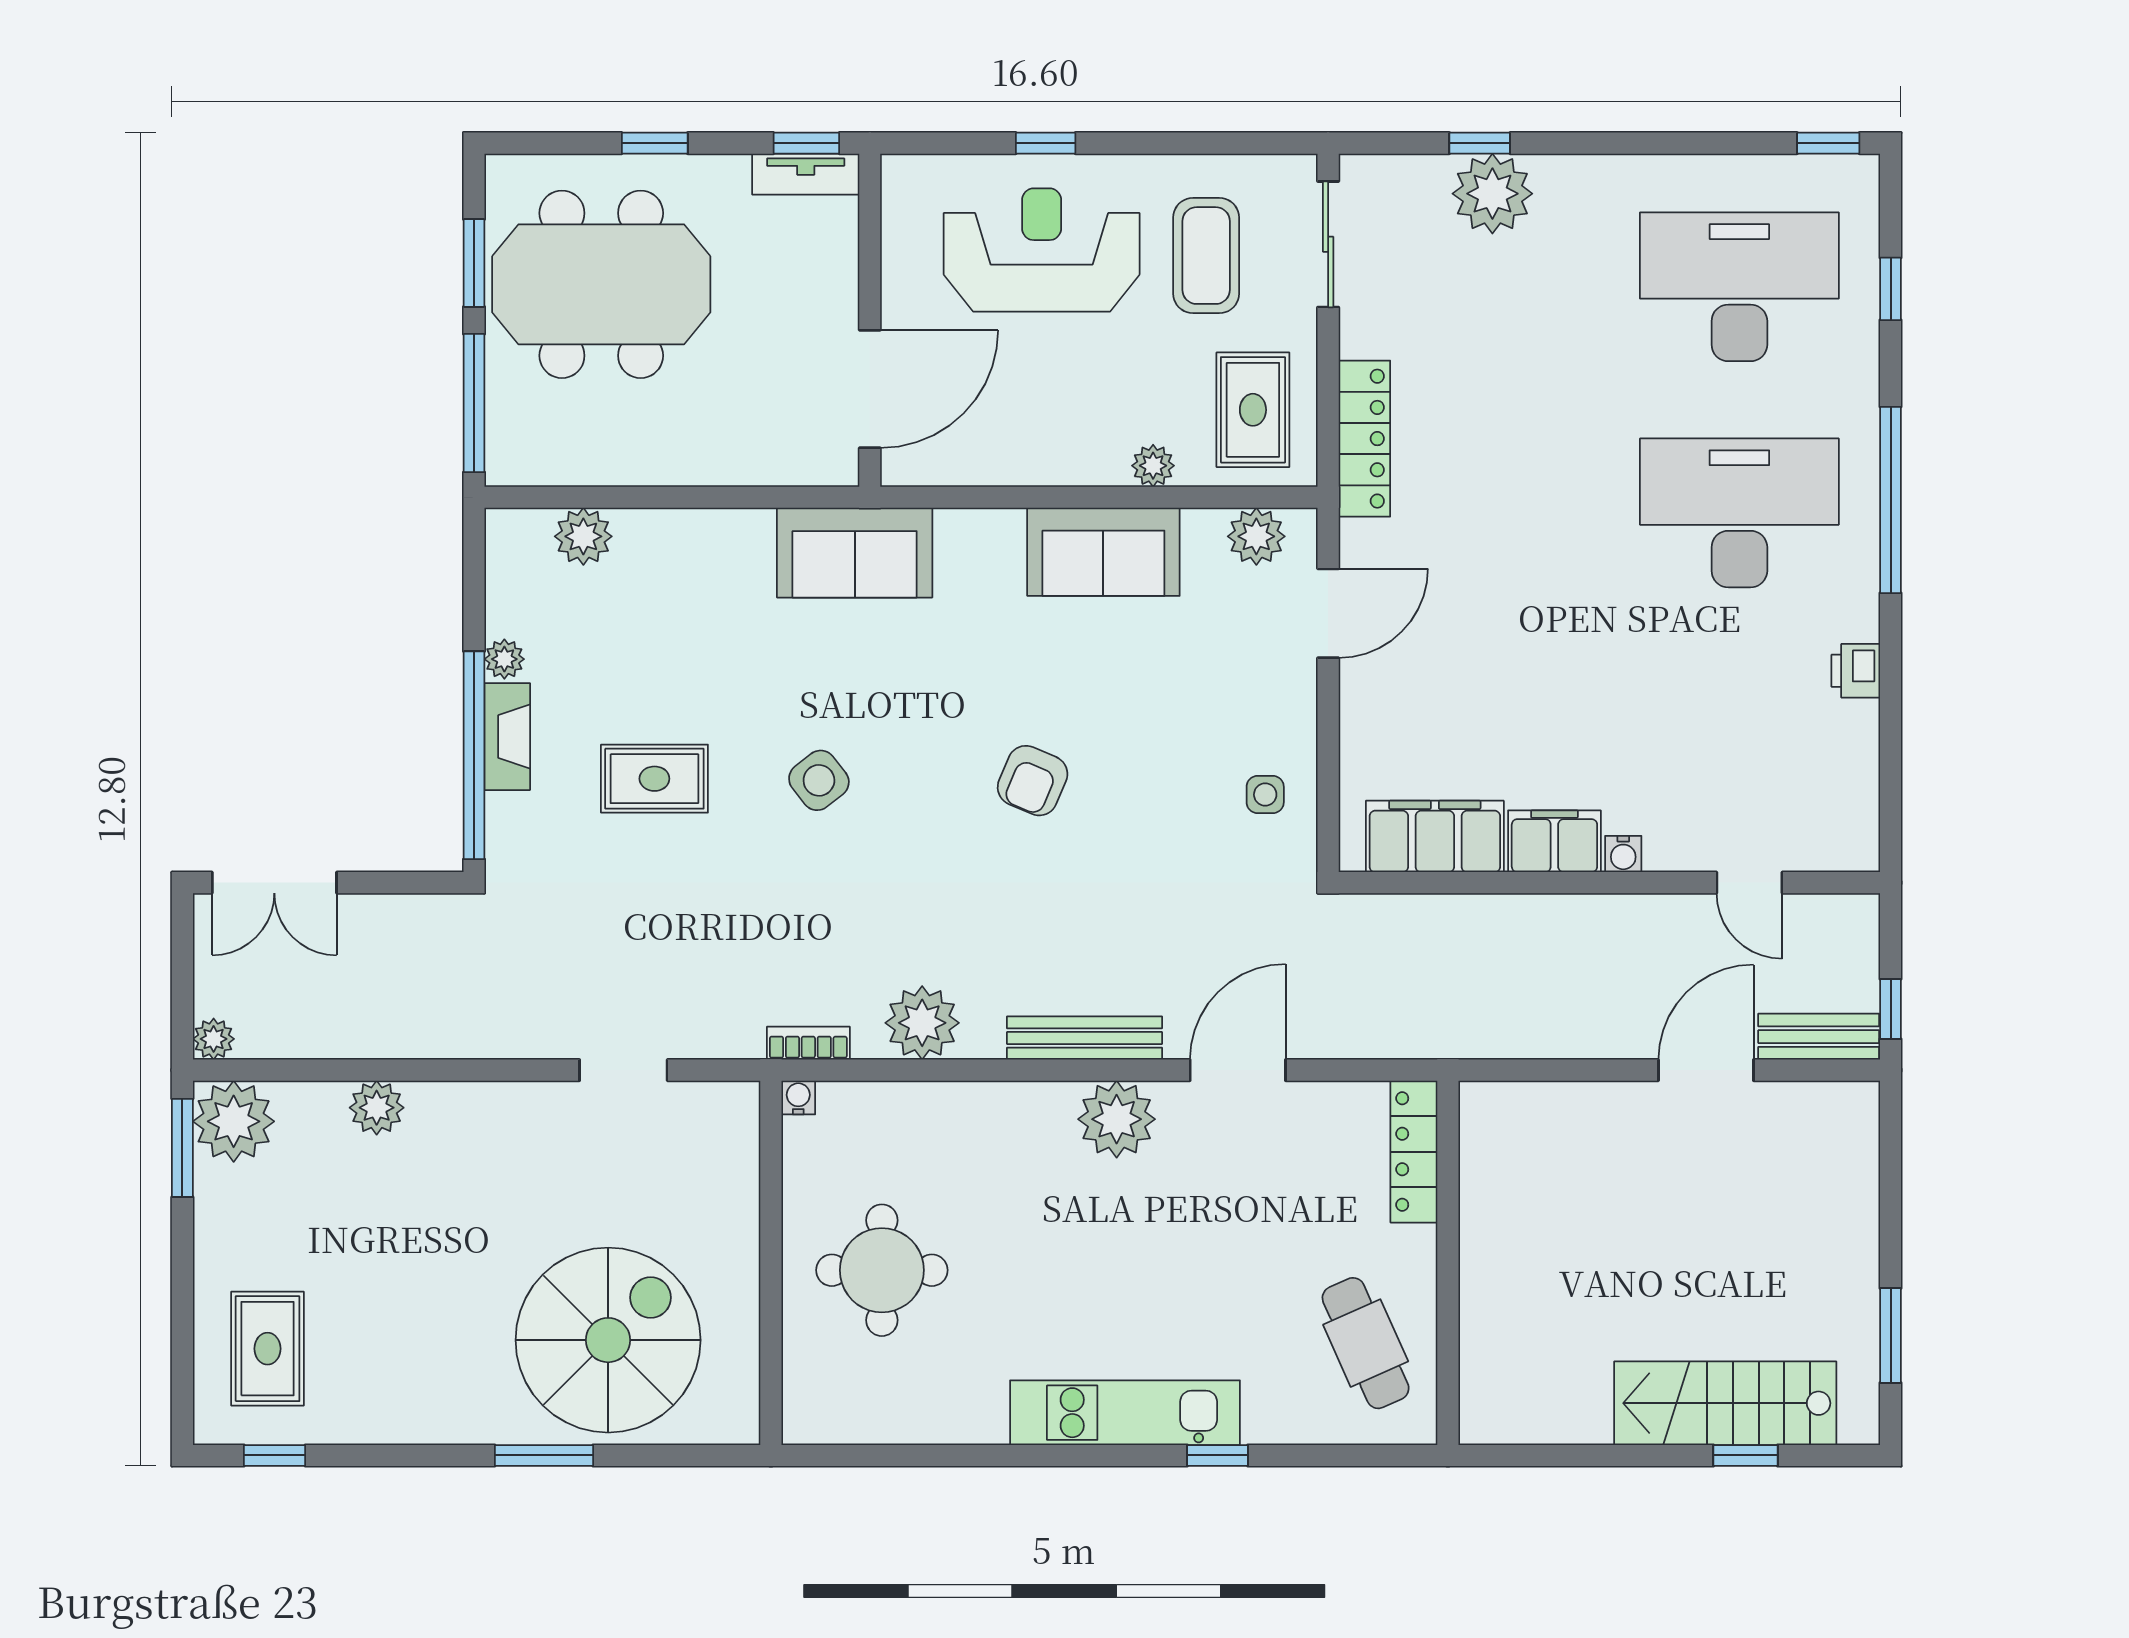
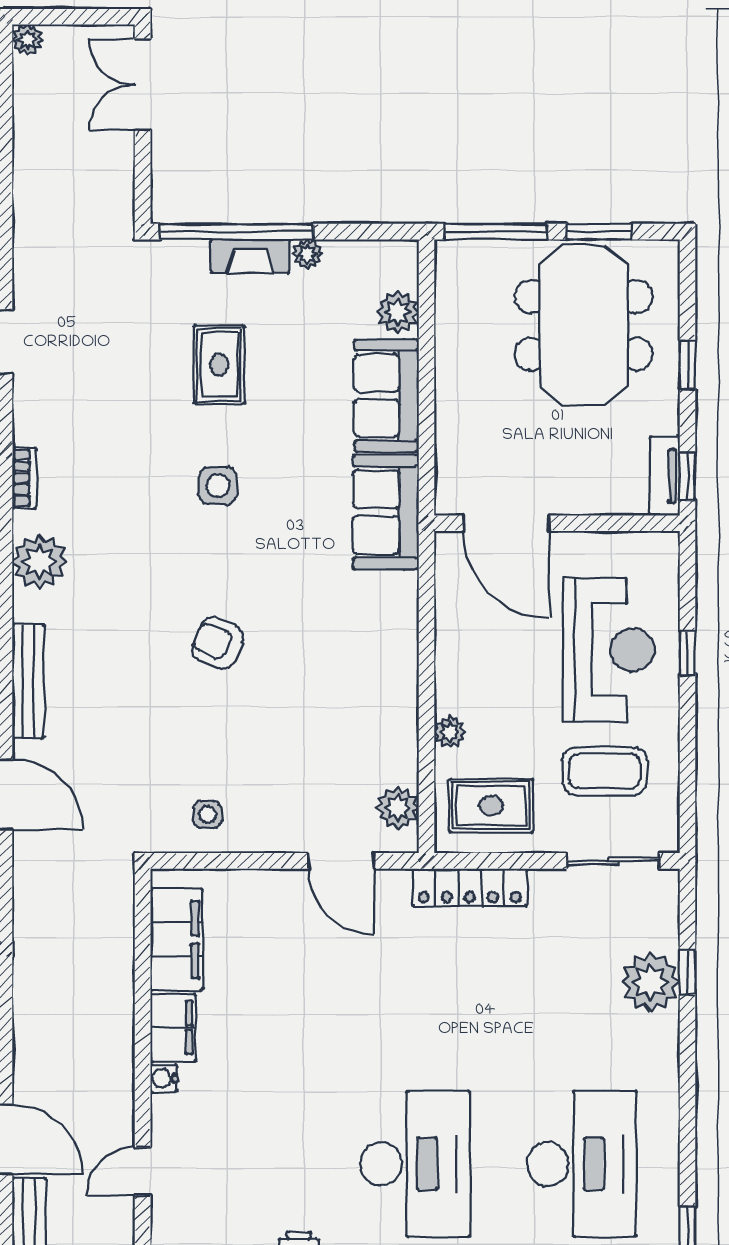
sofa: (1103, 552) -> (386, 396), moved
side table: (819, 780) -> (218, 486), turned 38

